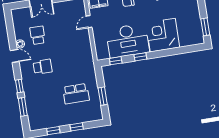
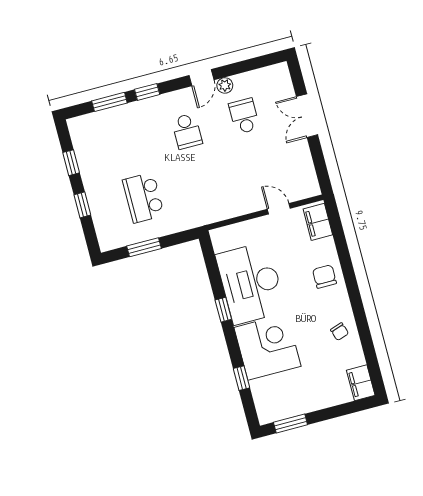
school desk: (38, 35) -> (244, 116), turned -90
window: (116, 61) -> (241, 378), moved

